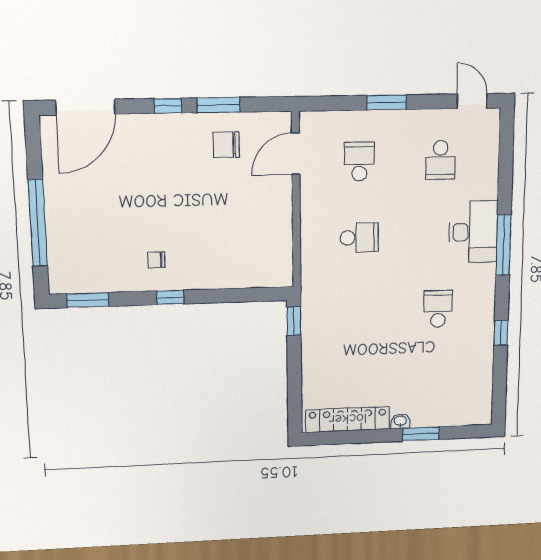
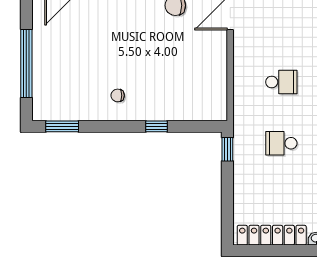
school desk: (359, 162) -> (281, 143), moved, turned -90
window: (170, 297) -> (157, 126), moved

